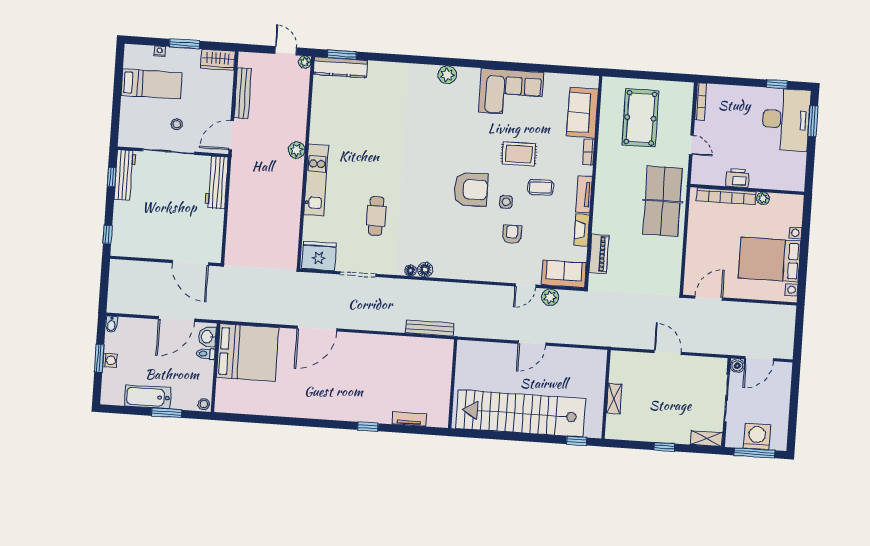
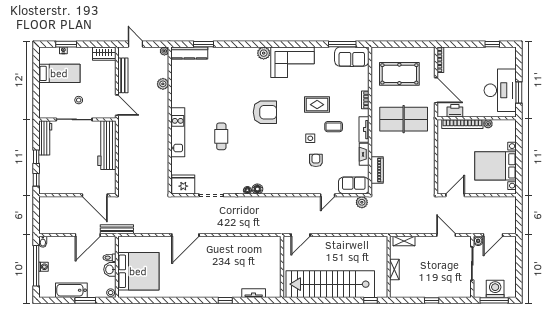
window: (184, 44) -> (66, 44), moved
door: (286, 51) -> (135, 44), moved
window: (342, 55) -> (204, 44), moved
window: (561, 69) -> (342, 44), added
corner sofa: (511, 92) -> (293, 62), moved
sofa: (582, 113) -> (352, 57), moved, turned -90
pool table: (640, 118) -> (399, 74), turned 90
desk: (786, 120) -> (500, 90), moved
window: (813, 121) -> (519, 93), moved
door: (231, 135) -> (117, 105), swing flipped
door: (691, 145) -> (436, 90), width x1.88
plant: (297, 150) -> (163, 84), moved
window: (112, 177) -> (36, 157), moved
printer: (737, 178) -> (455, 111), moved
workbench: (217, 182) -> (107, 145), width x1.36, depth x1.32
armchair: (471, 189) -> (265, 112), moved
table tennis table: (663, 201) -> (404, 119), moved, turned 90
cafe table: (376, 216) -> (221, 136), moved
plant: (550, 297) -> (362, 202), moved
bench: (430, 328) -> (117, 229), moved
washbasin: (207, 337) -> (110, 269), moved
door: (532, 343) -> (300, 235), moved
door: (668, 352) -> (446, 235), moved
bed: (248, 353) -> (138, 271), moved
window: (99, 358) -> (36, 266), width x2.11
shelving: (706, 439) -> (404, 241), moved

